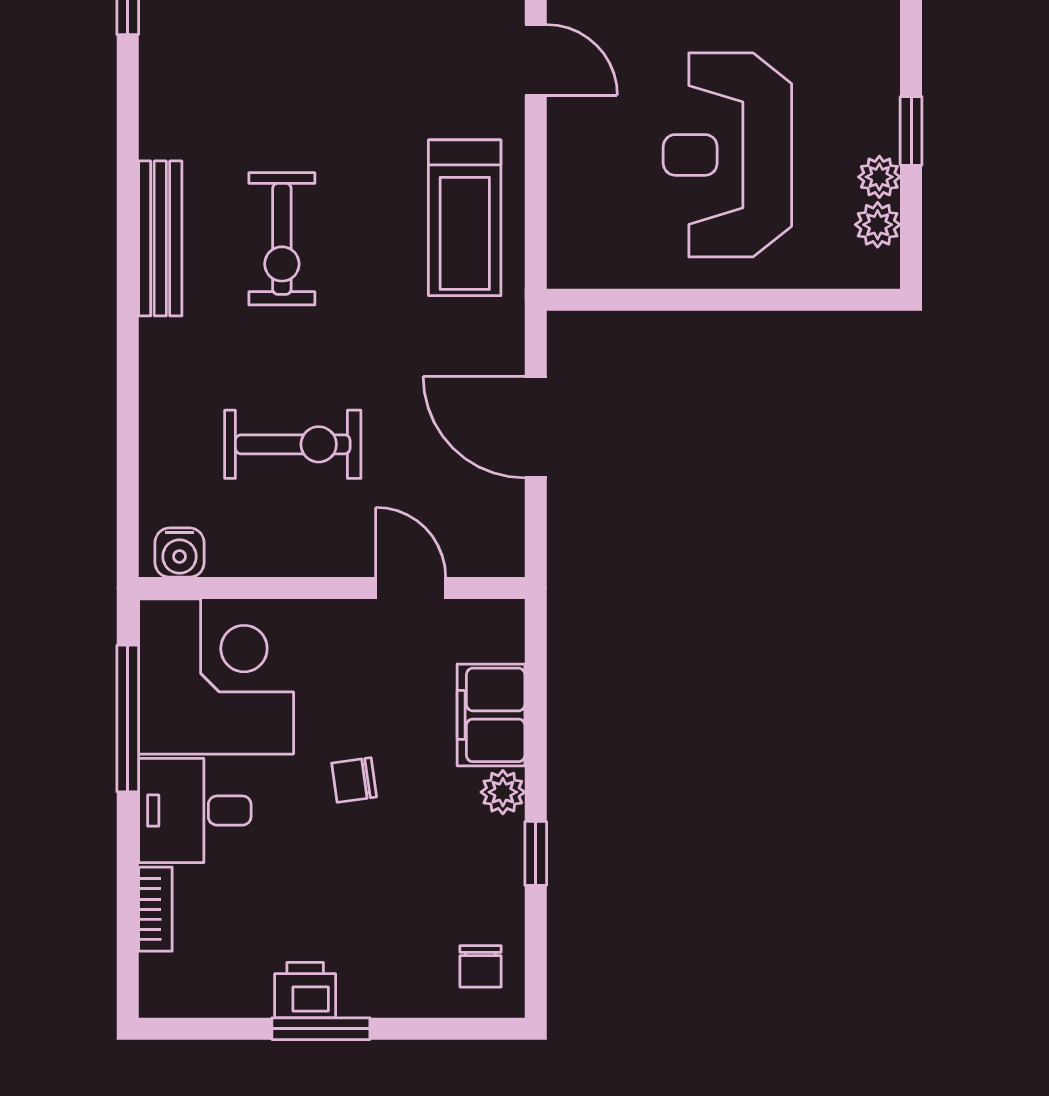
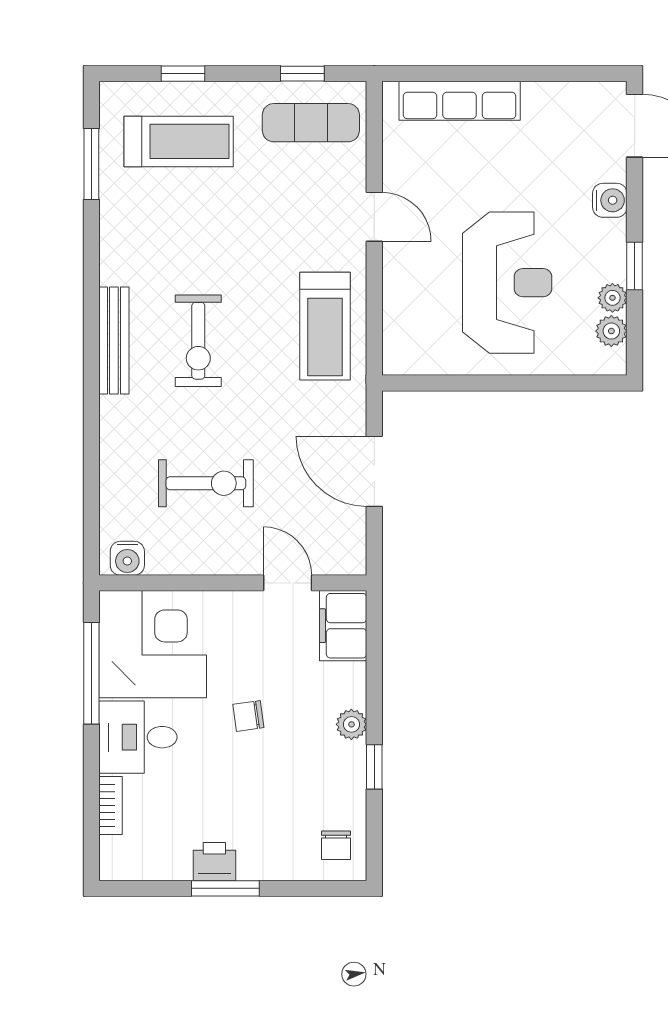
water cooler: (875, 36) -> (610, 200), added
reception desk: (727, 155) -> (507, 283), turned 180
filing cabinet: (491, 715) -> (343, 626), moved

